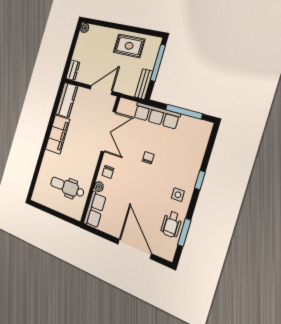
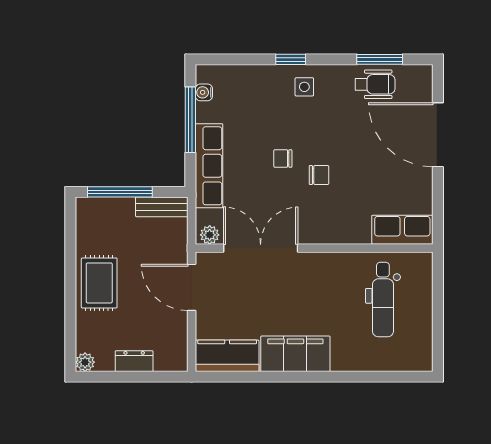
rug: (129, 46) -> (99, 283), moved
dresser: (73, 70) -> (134, 361), moved
water cooler: (196, 124) -> (204, 92), added
chair: (108, 172) -> (319, 175), moved
plant: (99, 187) -> (210, 235), moved
side table: (178, 195) -> (304, 87), moved
door: (134, 249) -> (438, 135), hinge flipped

